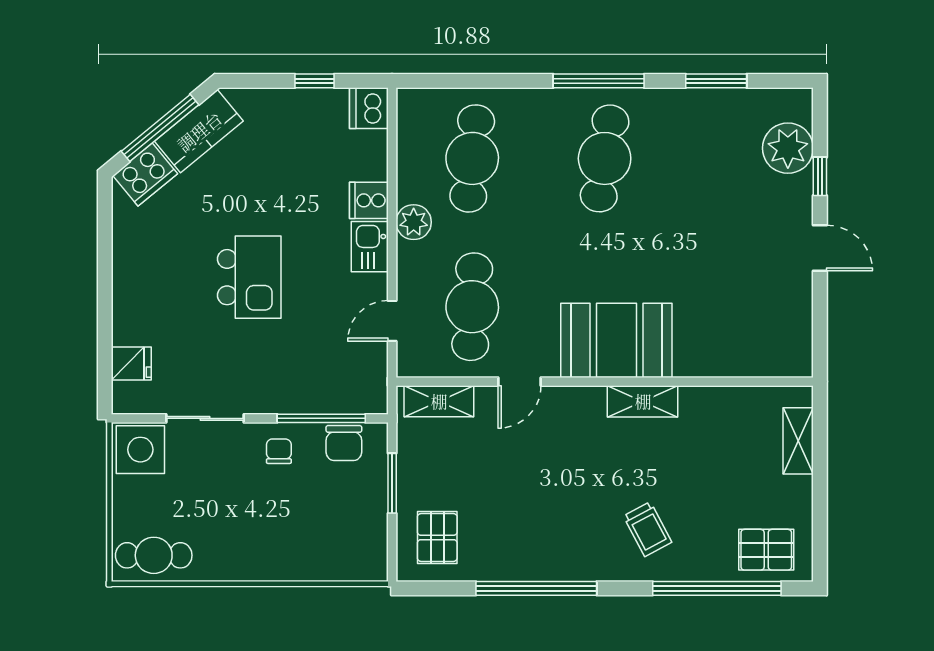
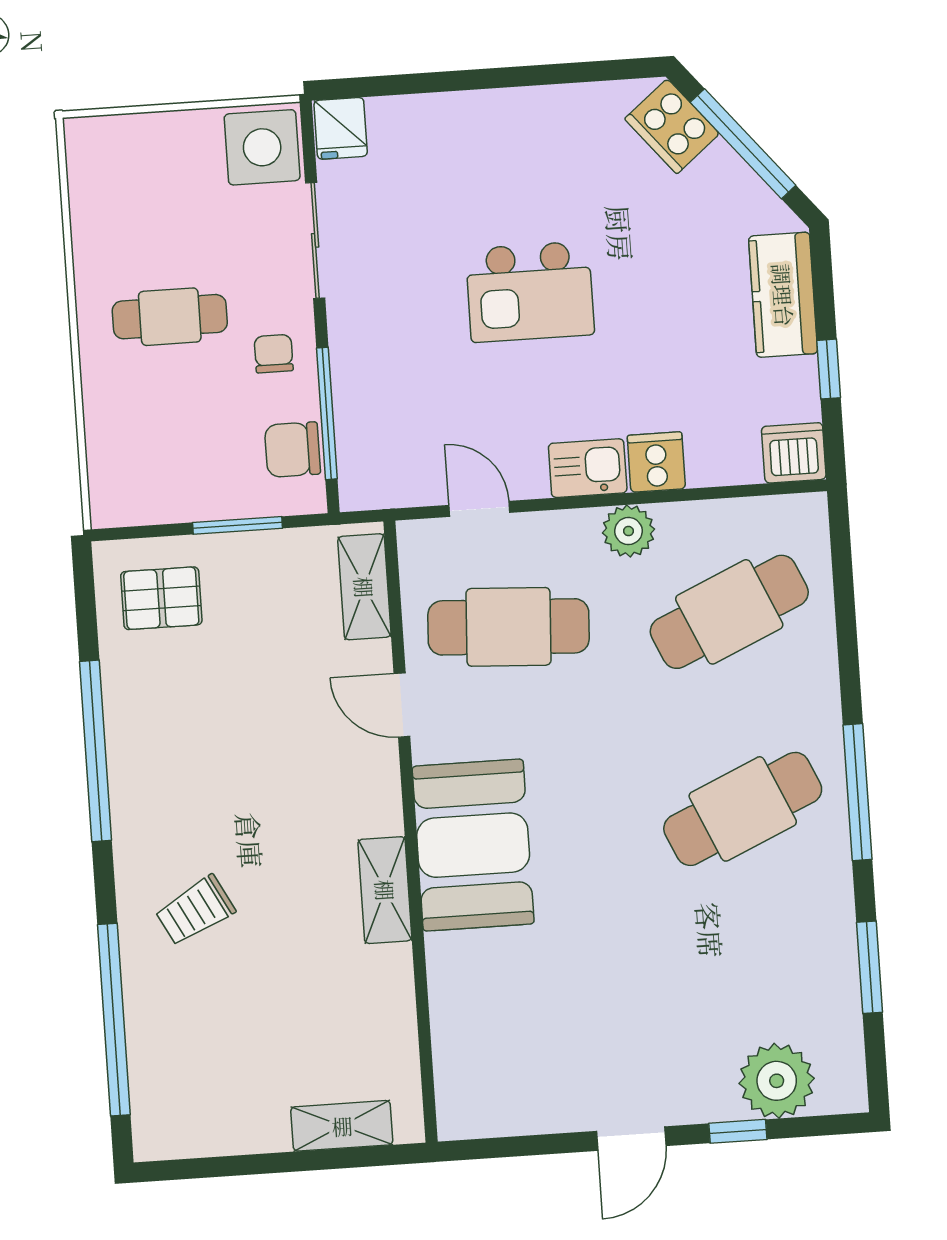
kitchen counter: (199, 131) -> (783, 295), moved, turned 40
cafe table: (472, 158) -> (729, 612), turned -30
cafe table: (605, 158) -> (743, 809), turned -33
fridge: (131, 363) -> (341, 128), moved
chair: (279, 451) -> (274, 354), turned -90
pallet: (766, 550) -> (177, 1089), removed
cafe table: (154, 555) -> (170, 317), moved, turned 90

